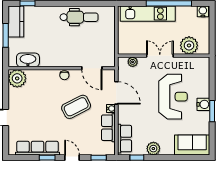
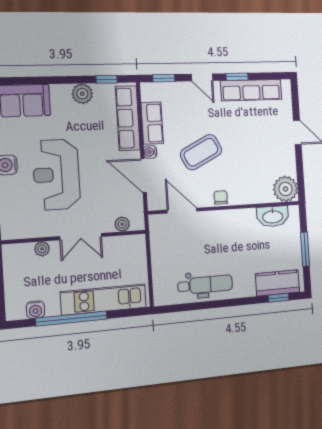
water cooler: (203, 11) -> (35, 310), moved
dental chair: (79, 17) -> (205, 285), turned 180
kitchen counter: (16, 22) -> (278, 283), moved, turned 90
plant: (189, 45) -> (42, 249), width x0.53, depth x0.53
row of seats: (125, 139) -> (128, 118), width x1.48

